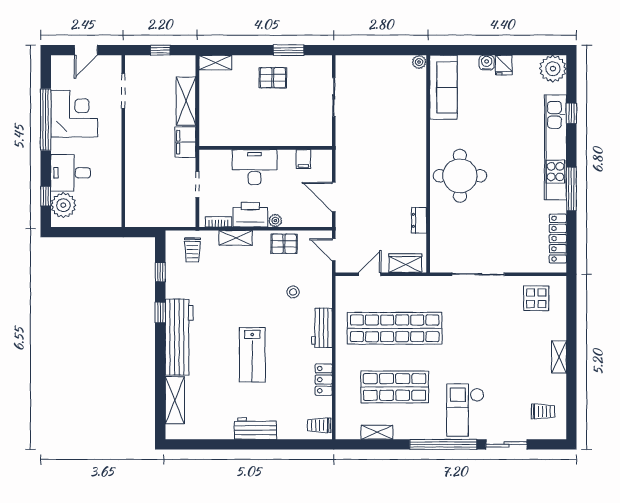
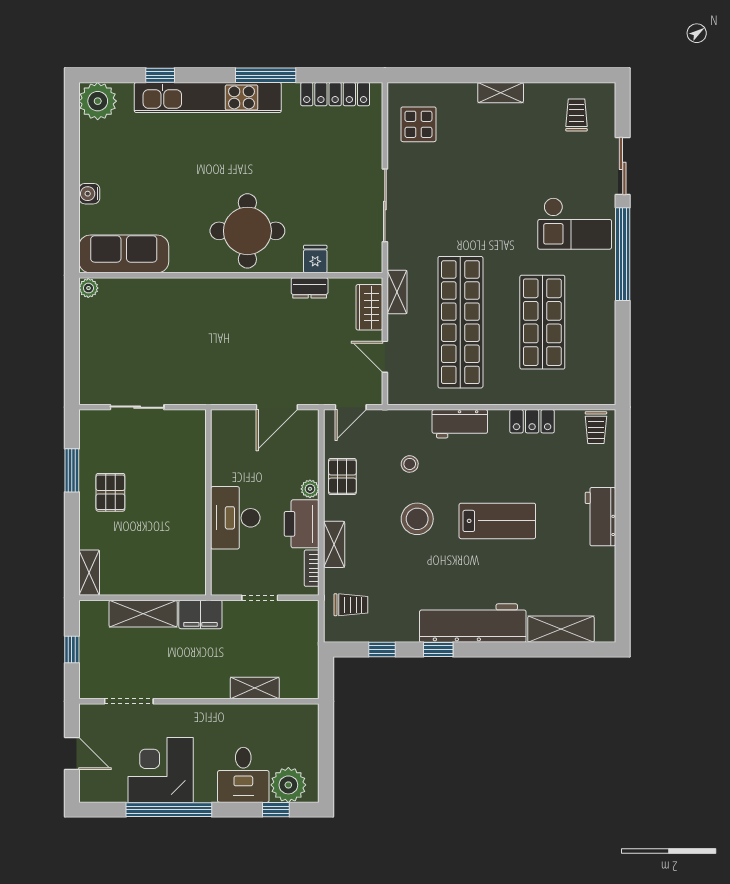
fridge: (504, 65) -> (315, 259), moved, turned -90
filing cabinet: (303, 159) -> (224, 450), removed
shelving: (133, 181) -> (255, 688), added
stool: (254, 297) -> (417, 519), added
shelving: (377, 432) -> (397, 292), moved

